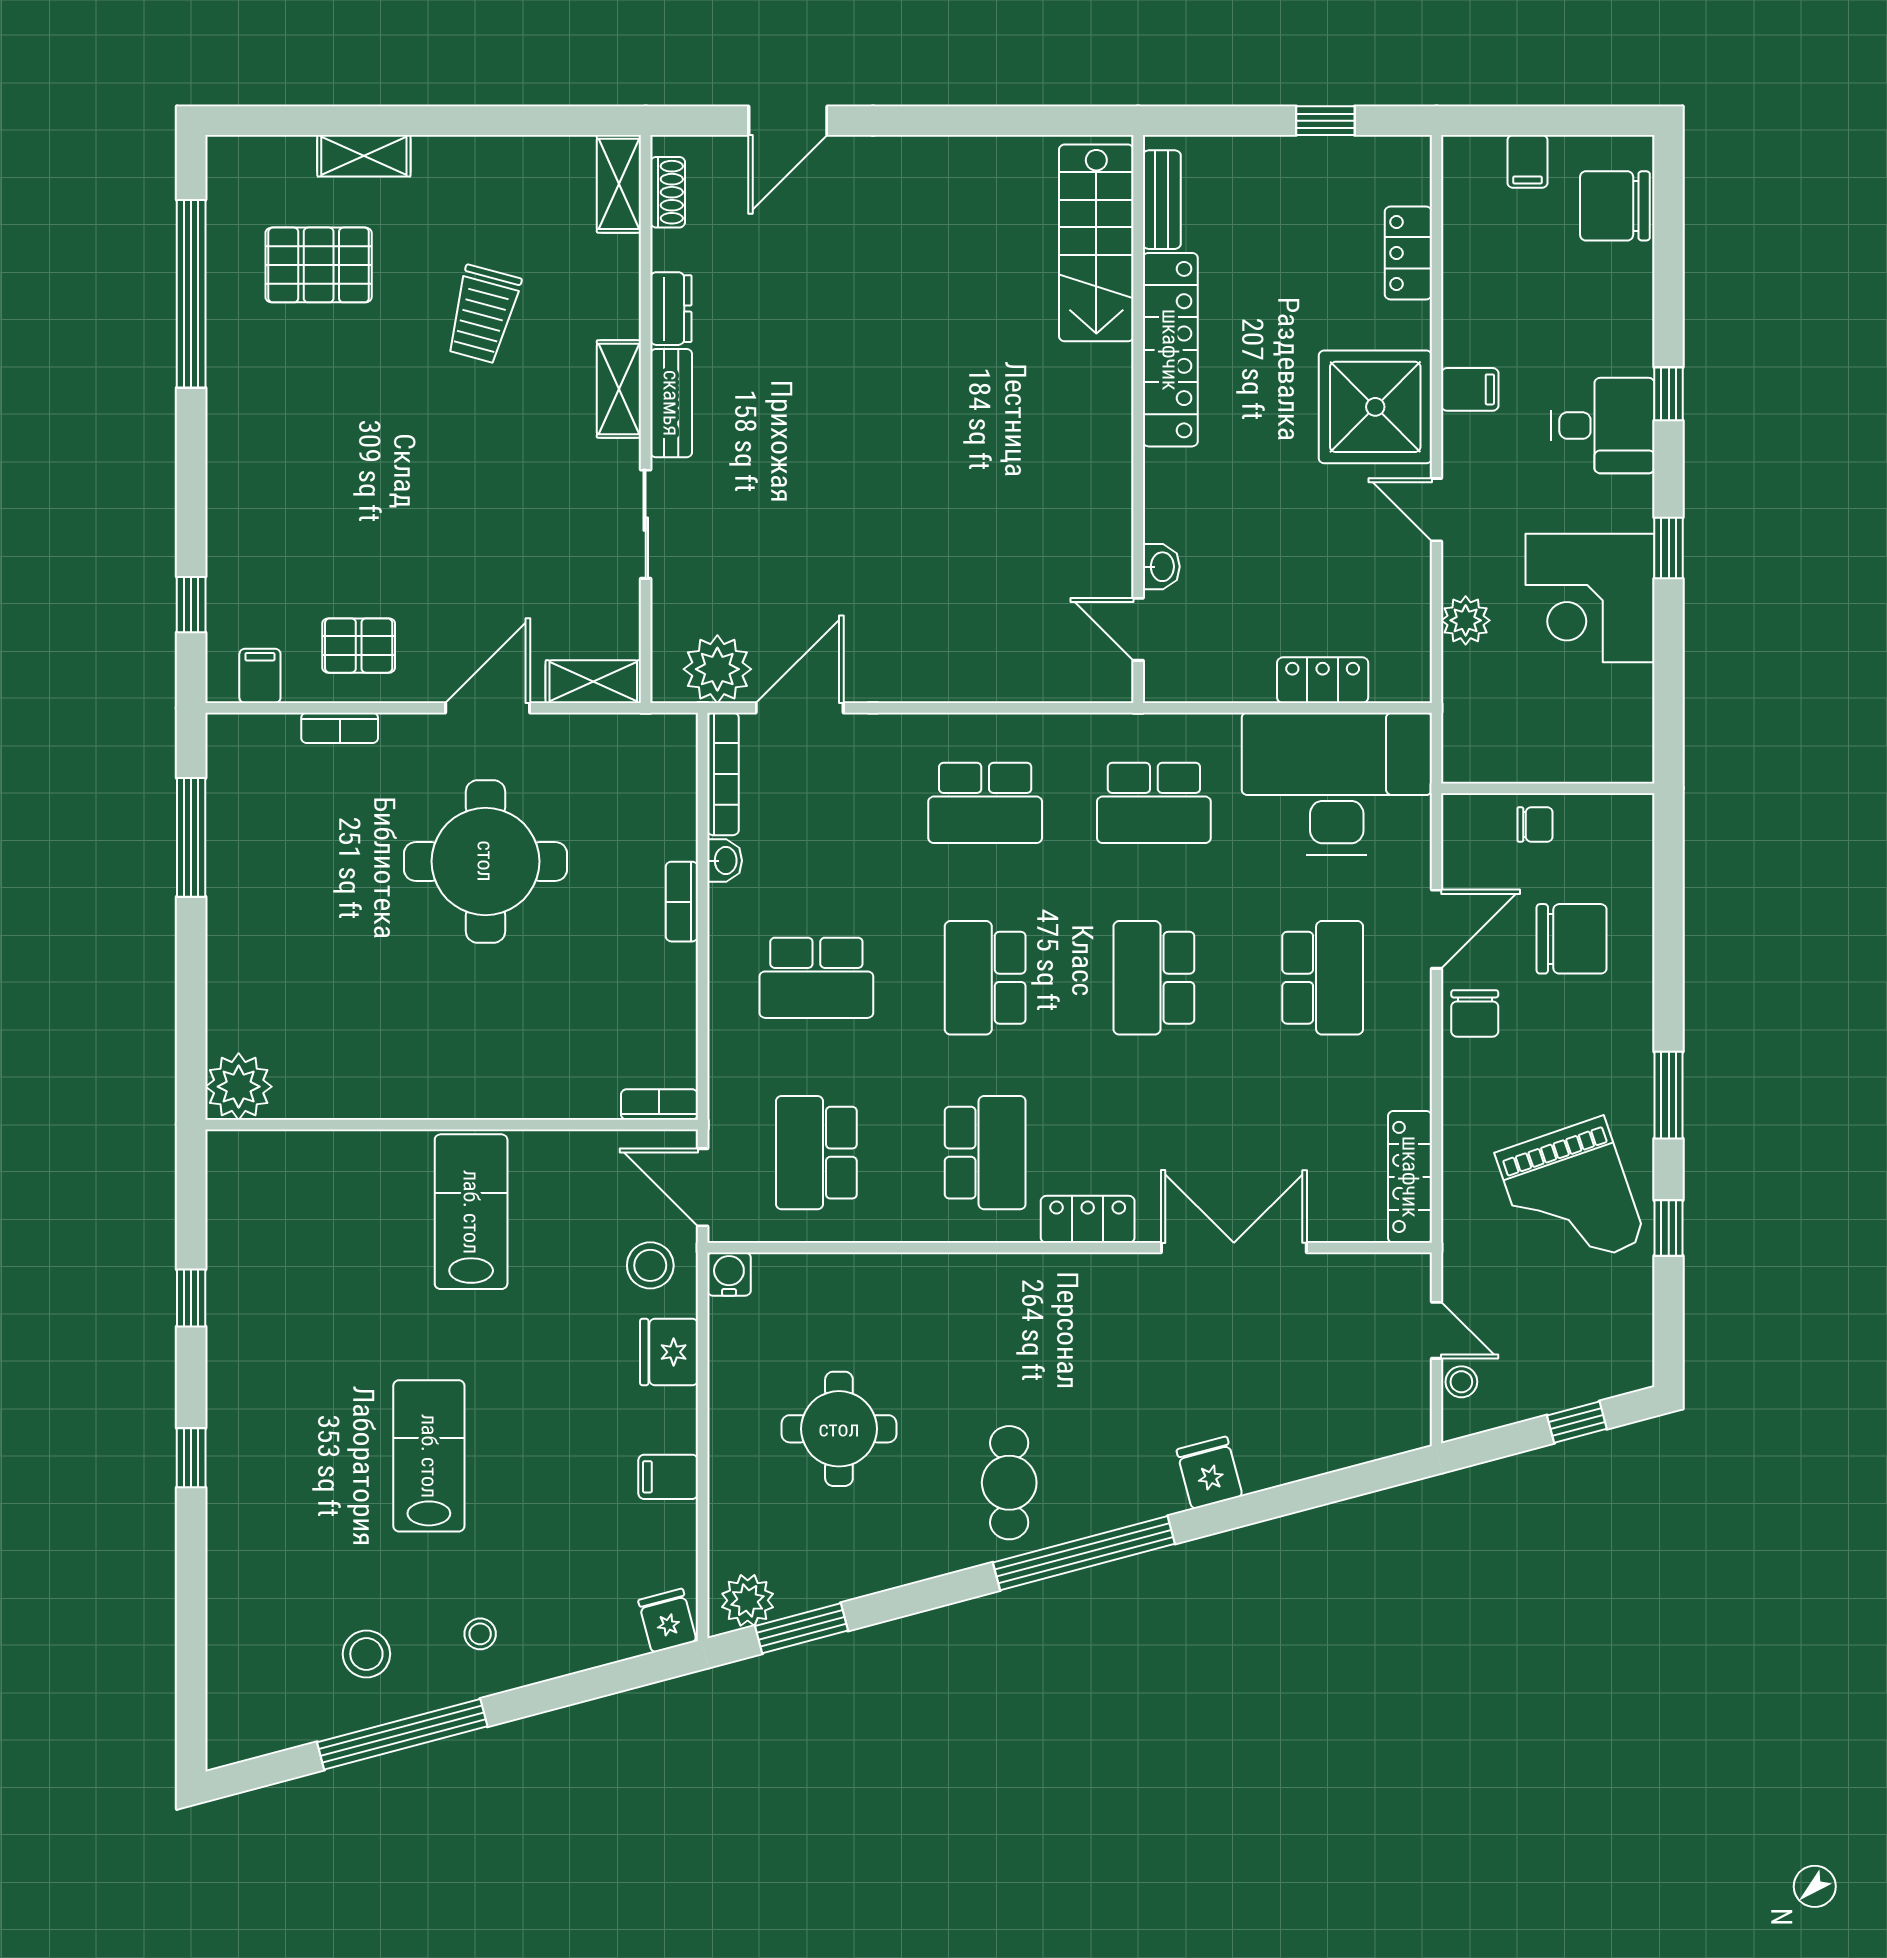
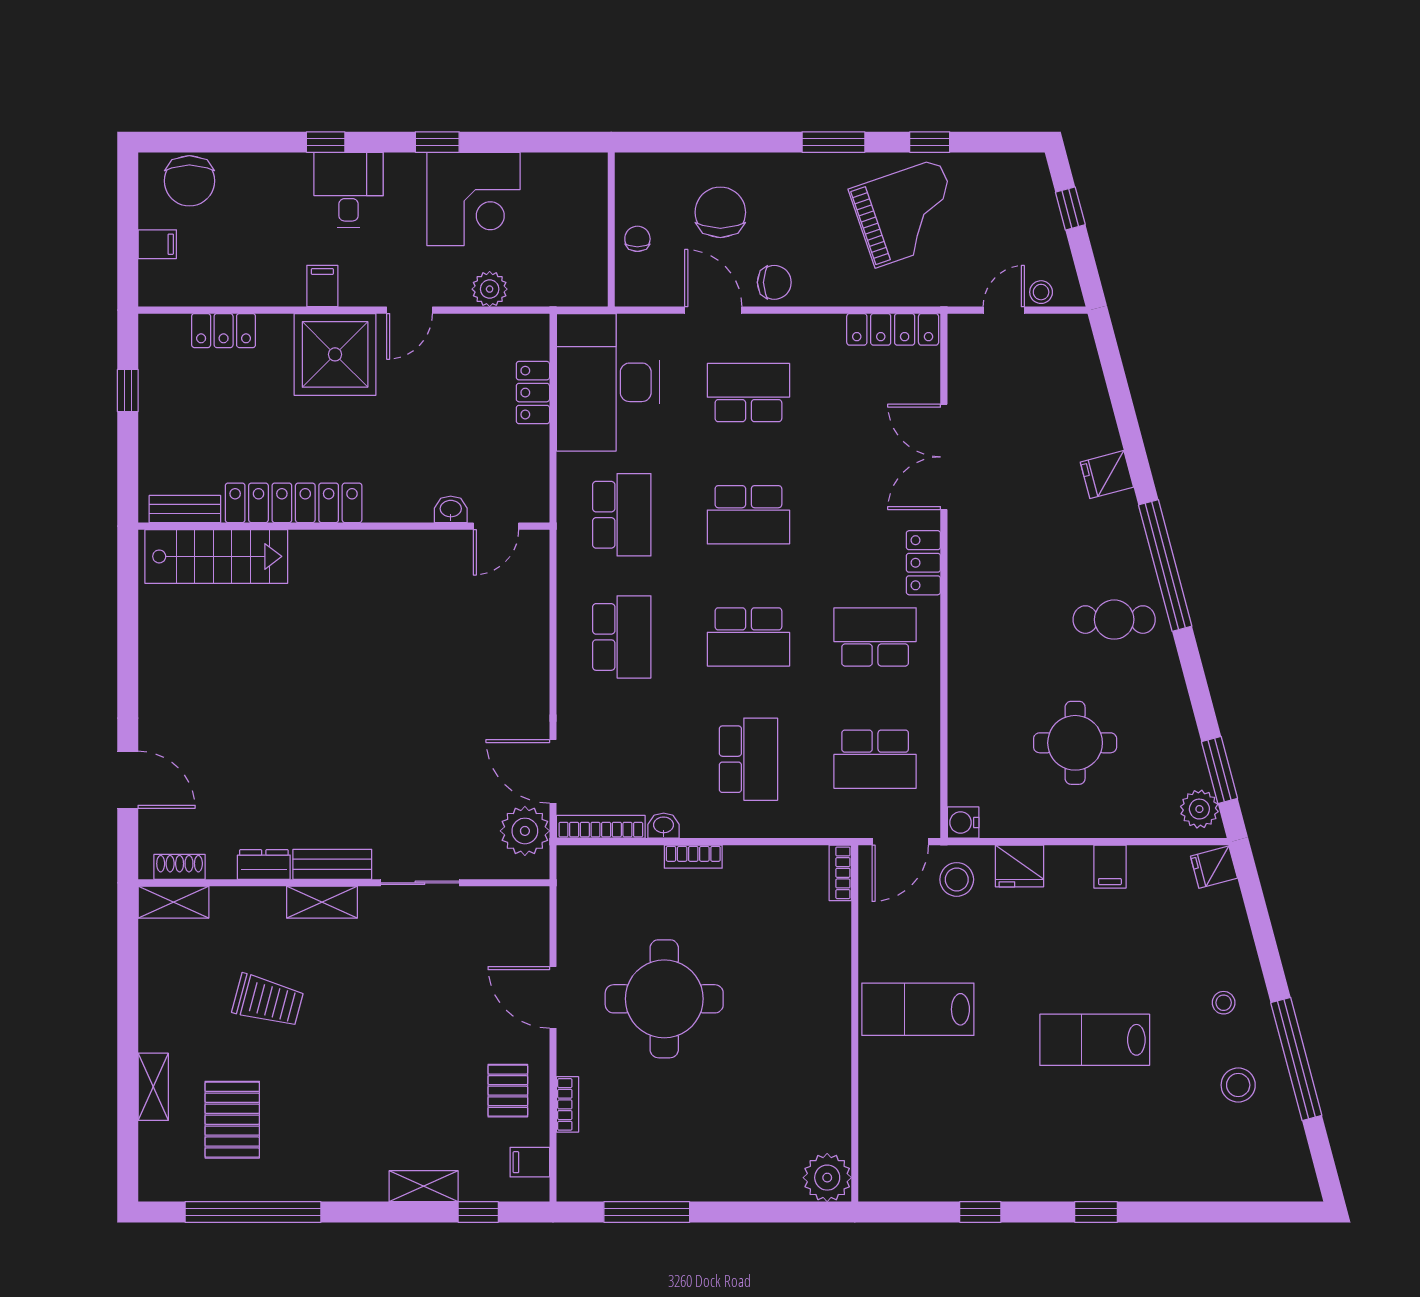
shelving: (593, 682) -> (424, 1186), moved, turned 90

